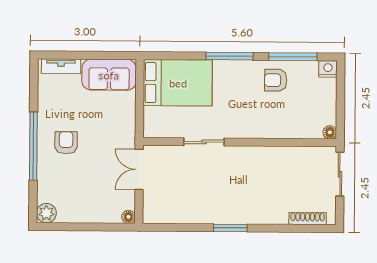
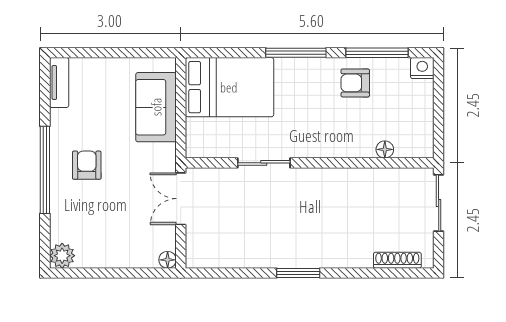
tv unit: (61, 66) -> (59, 82), moved, turned -90
sofa: (109, 75) -> (156, 107), moved, turned 90
floor lamp: (330, 132) -> (385, 149), moved

